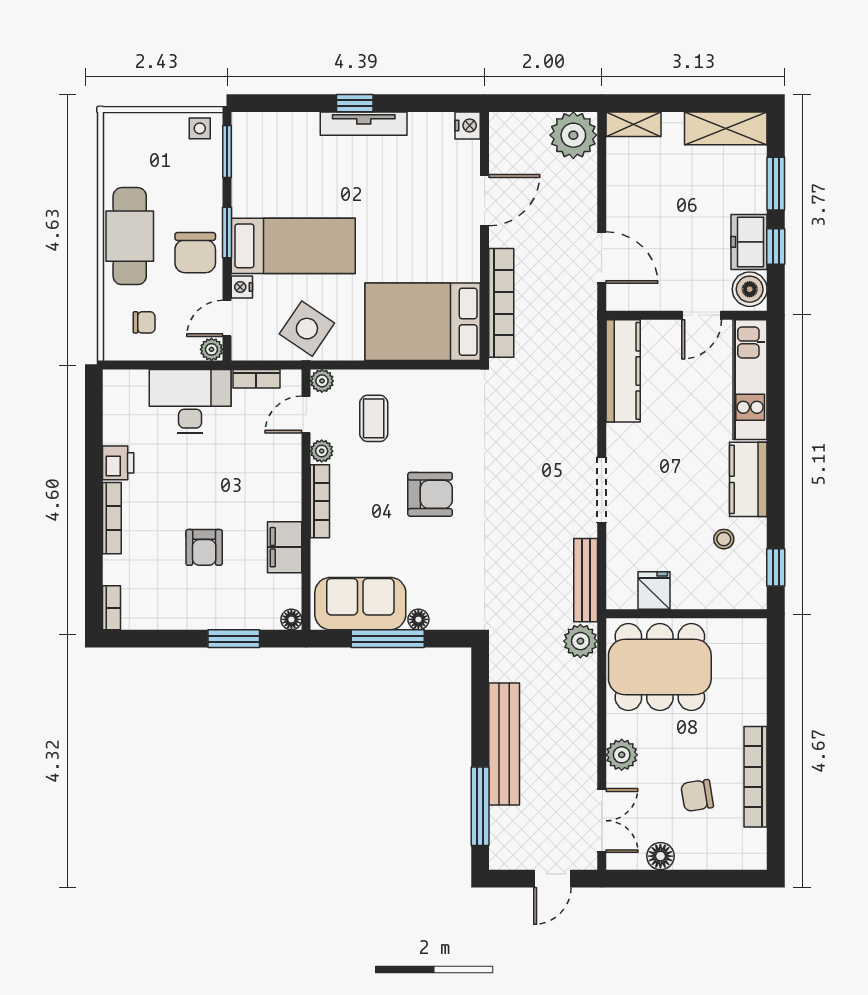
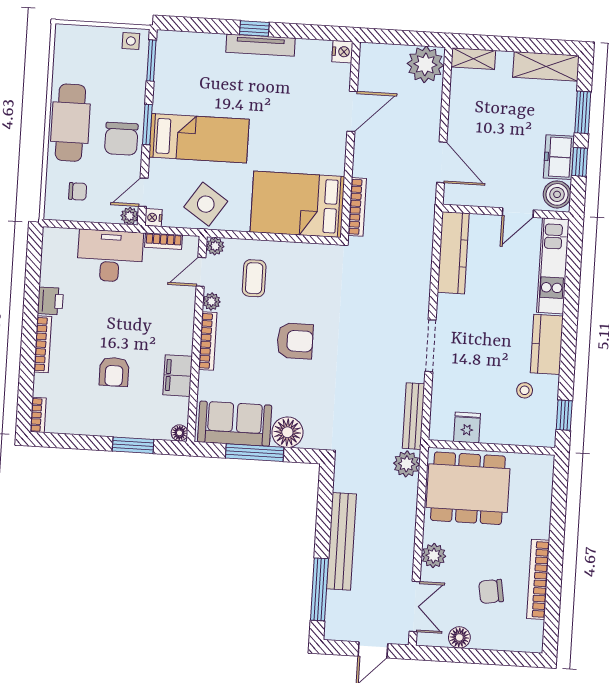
nightstand: (242, 287) -> (153, 218), moved
bookcase: (501, 303) -> (357, 207), width x0.68, depth x0.76
floor lamp: (418, 619) -> (287, 432), width x1.89, depth x1.89

